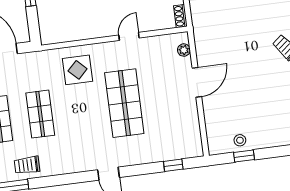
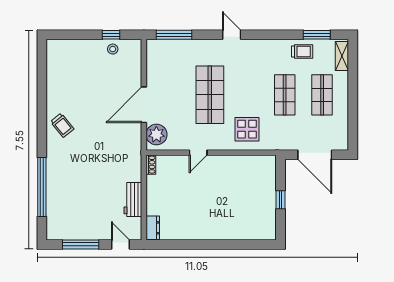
plant: (184, 50) -> (156, 135), width x1.88, depth x1.88
door: (197, 82) -> (144, 105), width x1.36
window: (173, 165) -> (174, 35), width x2.17

